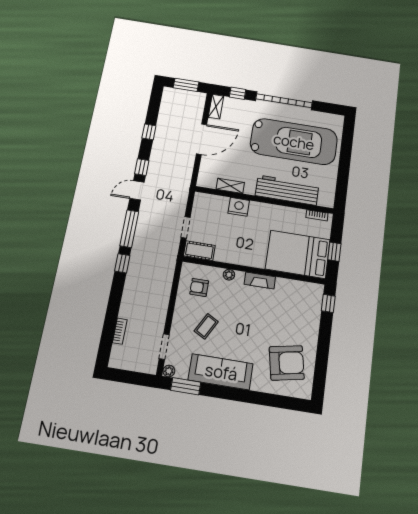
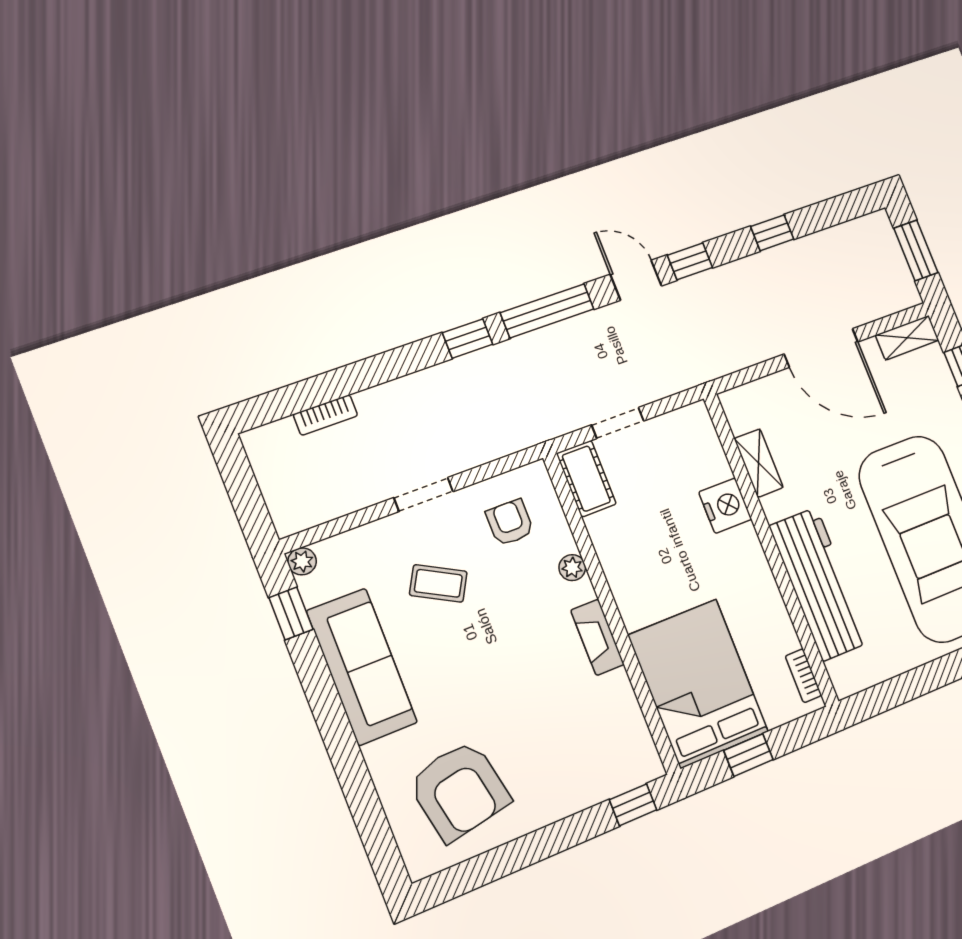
doorway: (164, 347) -> (423, 495), moved
window: (186, 386) -> (291, 613), width x0.67

